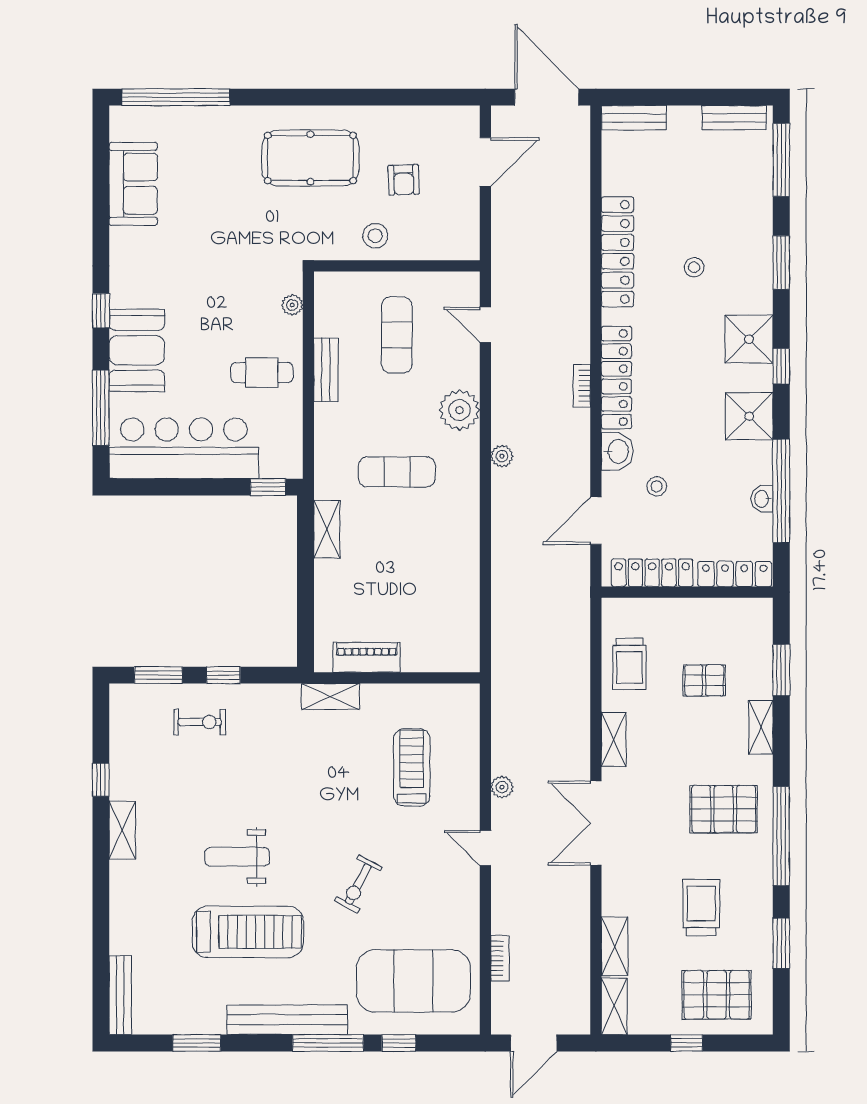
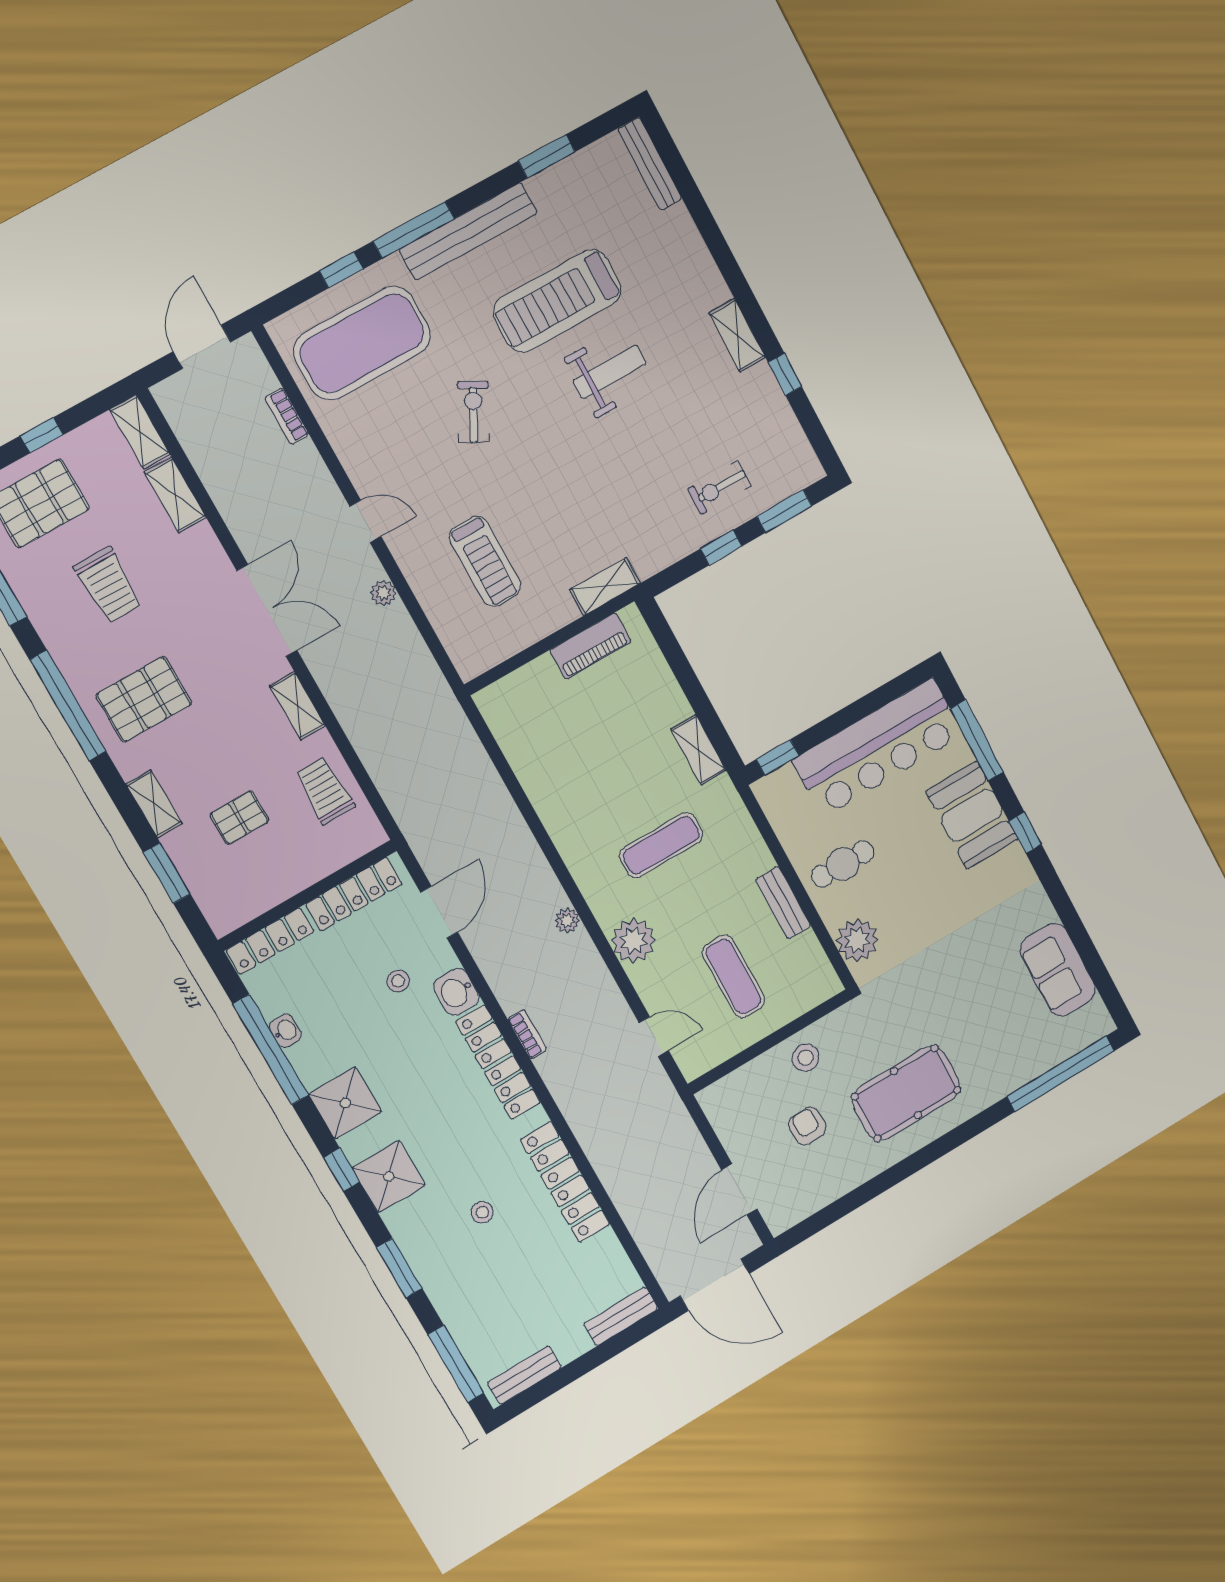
plant: (292, 305) -> (857, 940), width x1.88, depth x1.88

